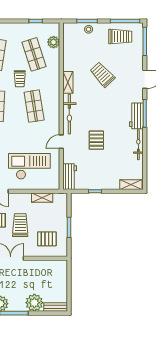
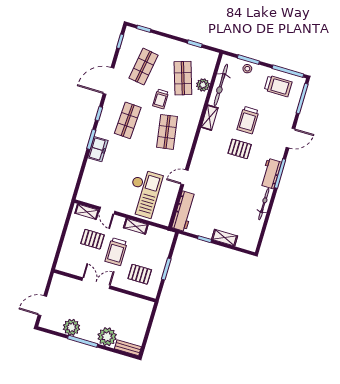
plant: (54, 42) -> (203, 85), moved
trolley: (102, 75) -> (248, 120), turned -137
bicycle: (69, 114) -> (221, 85), moved
pallet: (96, 140) -> (240, 149), moved, turned 90
checkout: (29, 166) -> (144, 193), turned 90
workbench: (70, 177) -> (184, 211), width x1.38
shelving: (131, 185) -> (225, 238), moved
shelving: (42, 198) -> (136, 226), moved
trolley: (20, 225) -> (116, 252), turned 180

